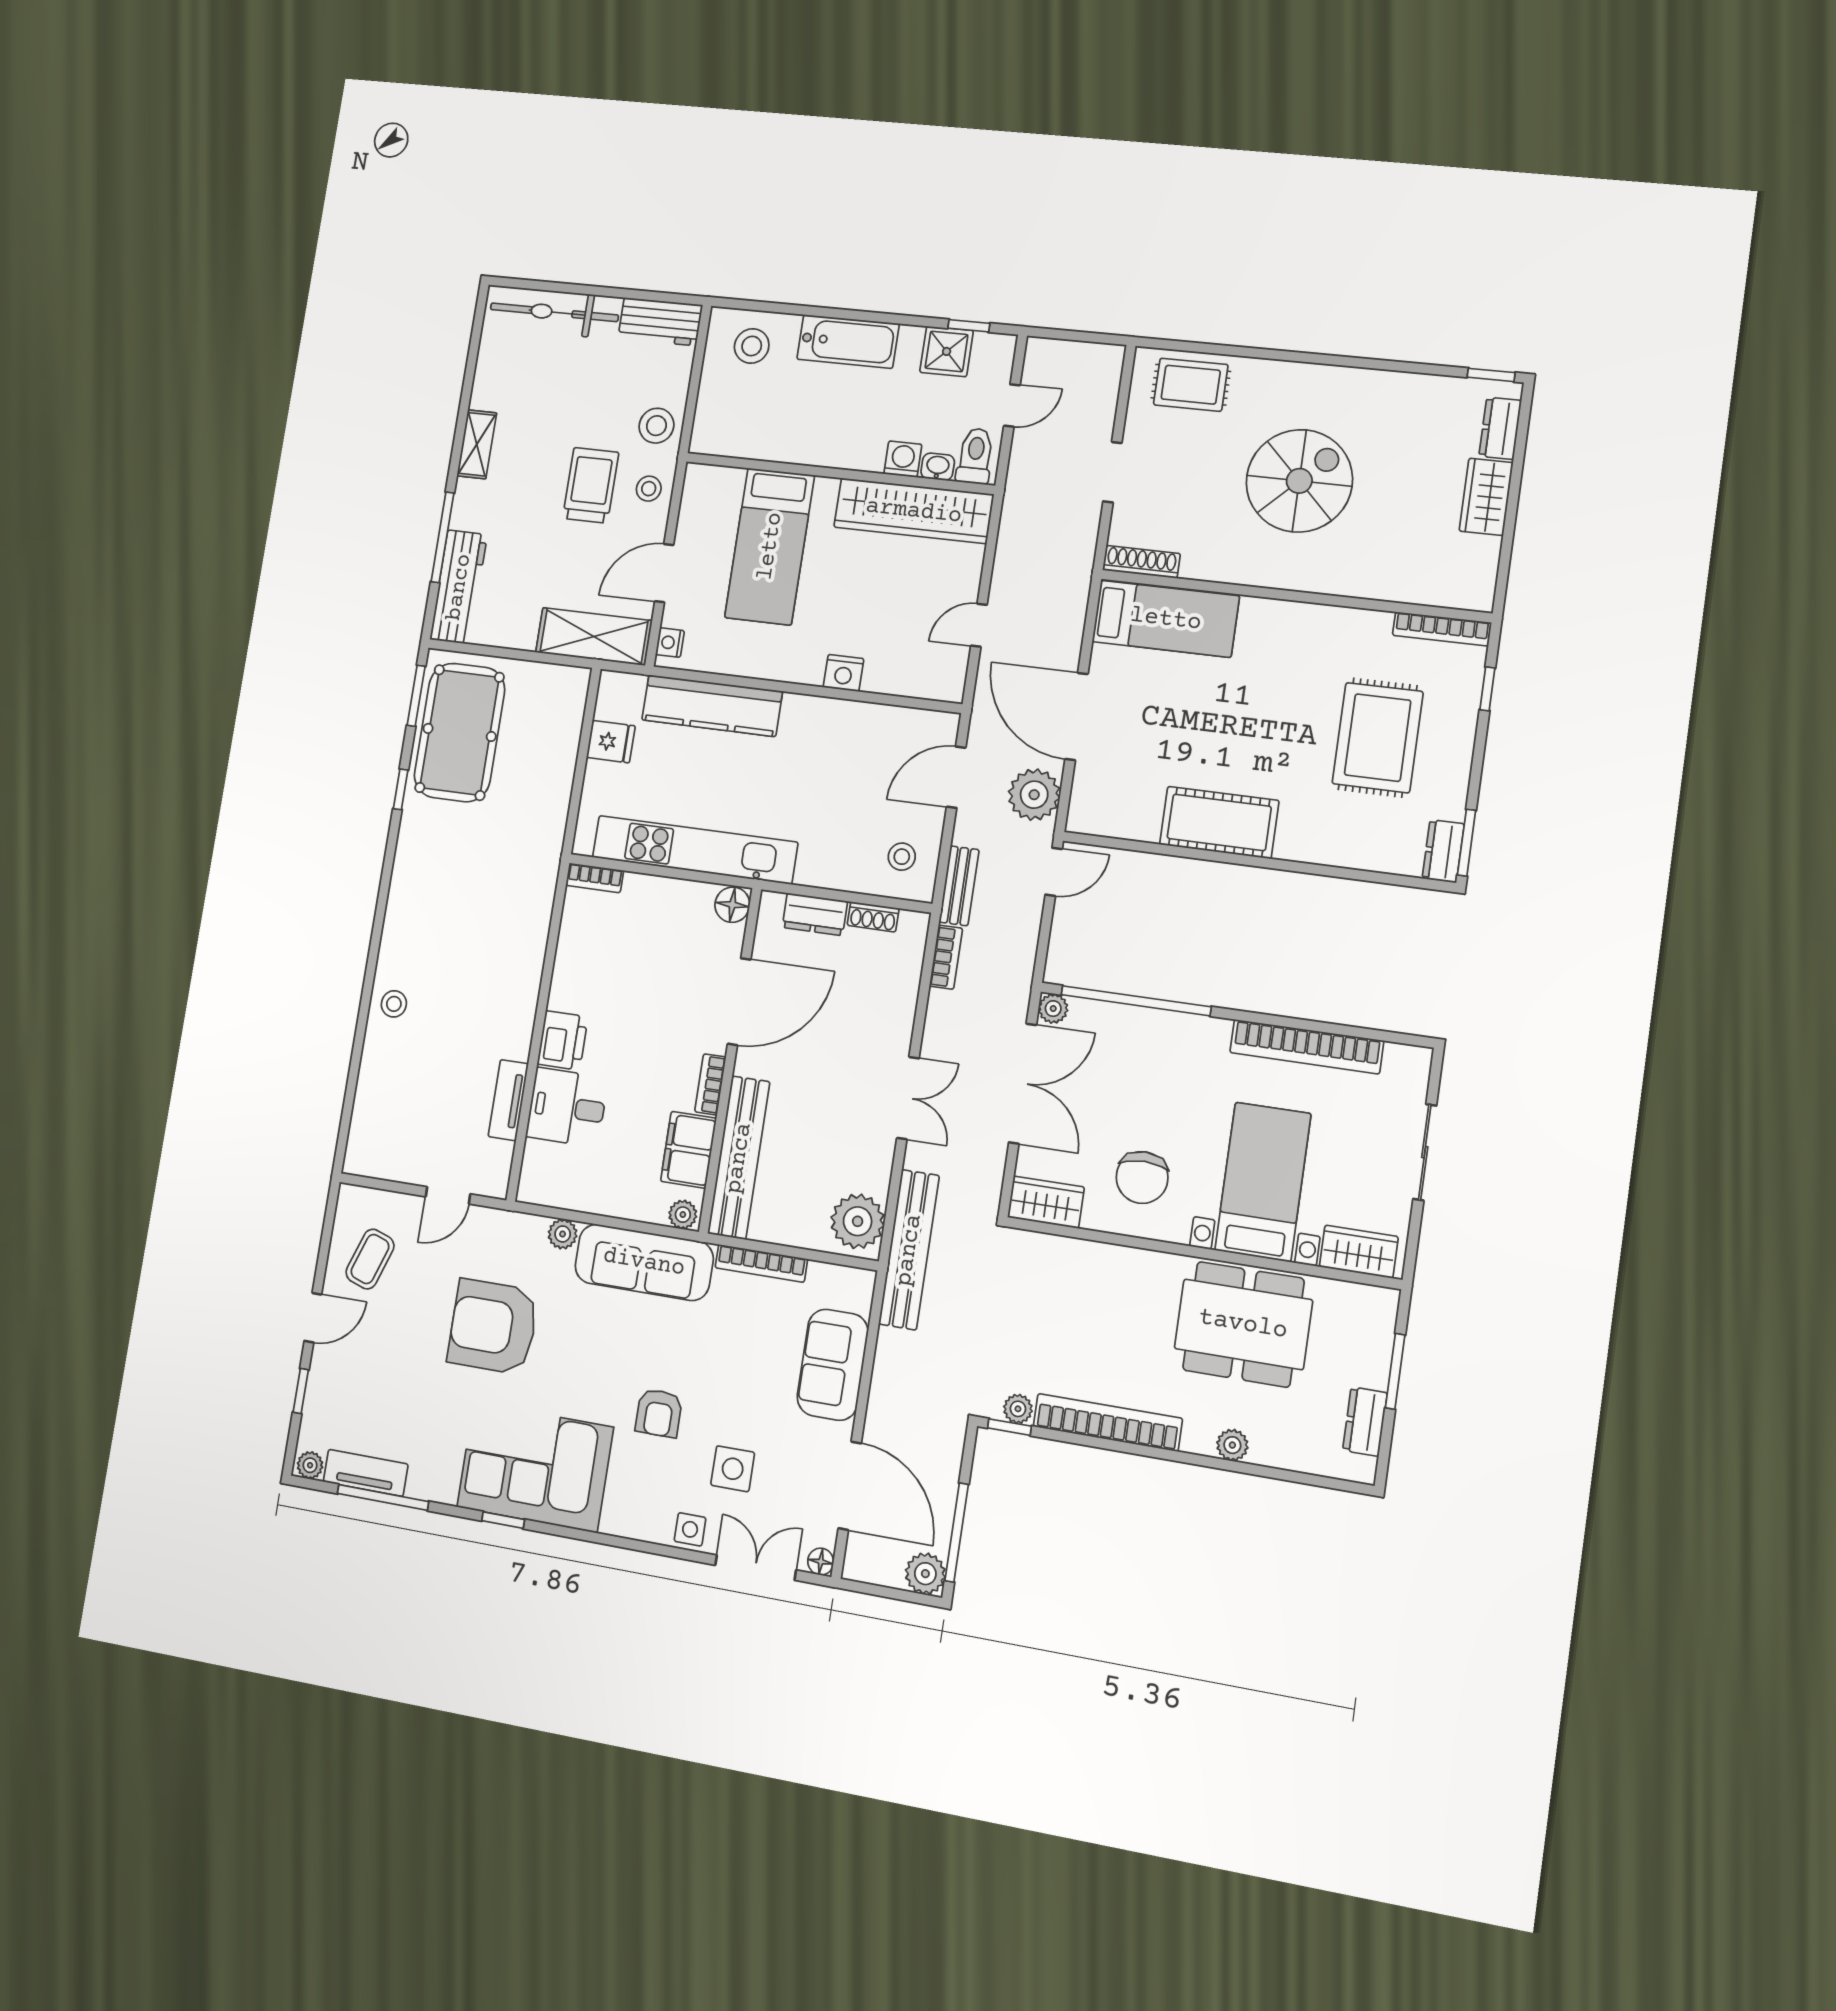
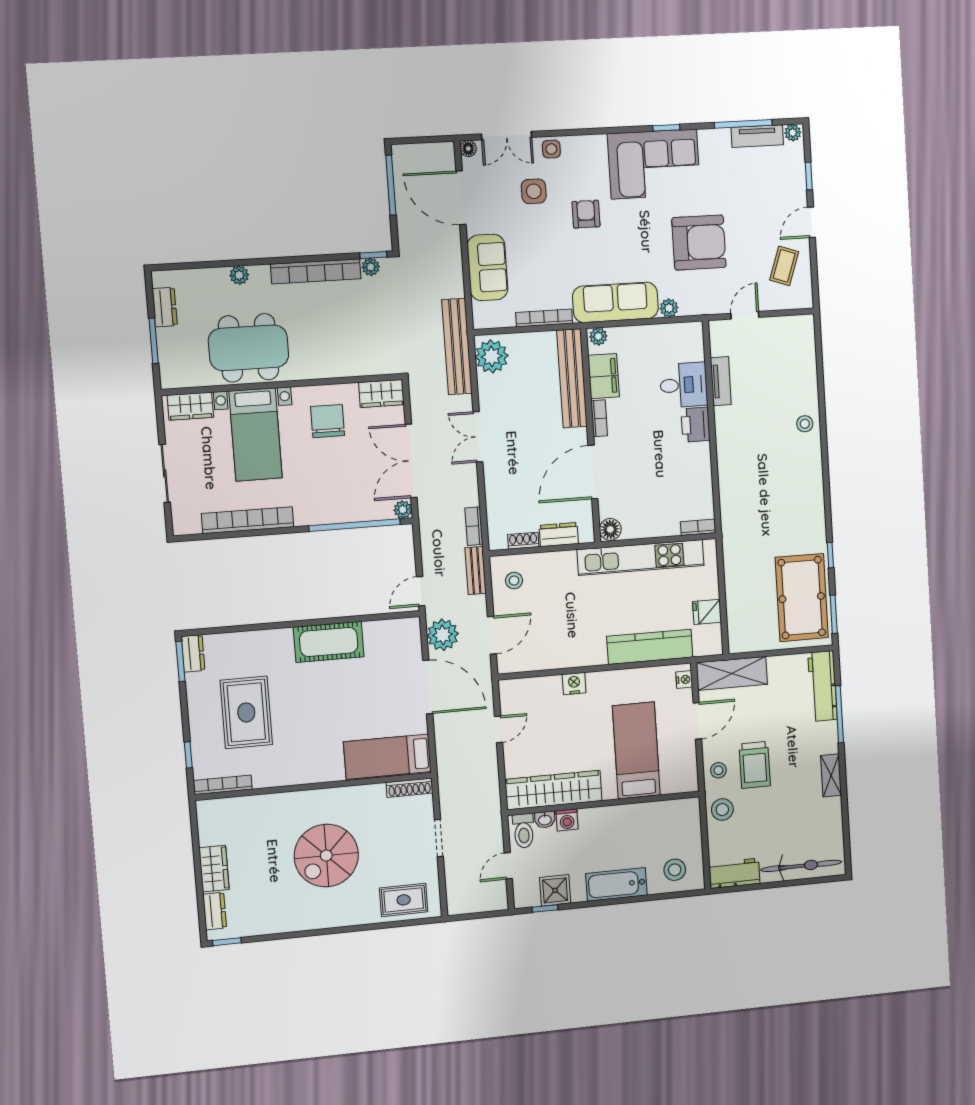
plant: (925, 1574) -> (404, 156), removed

